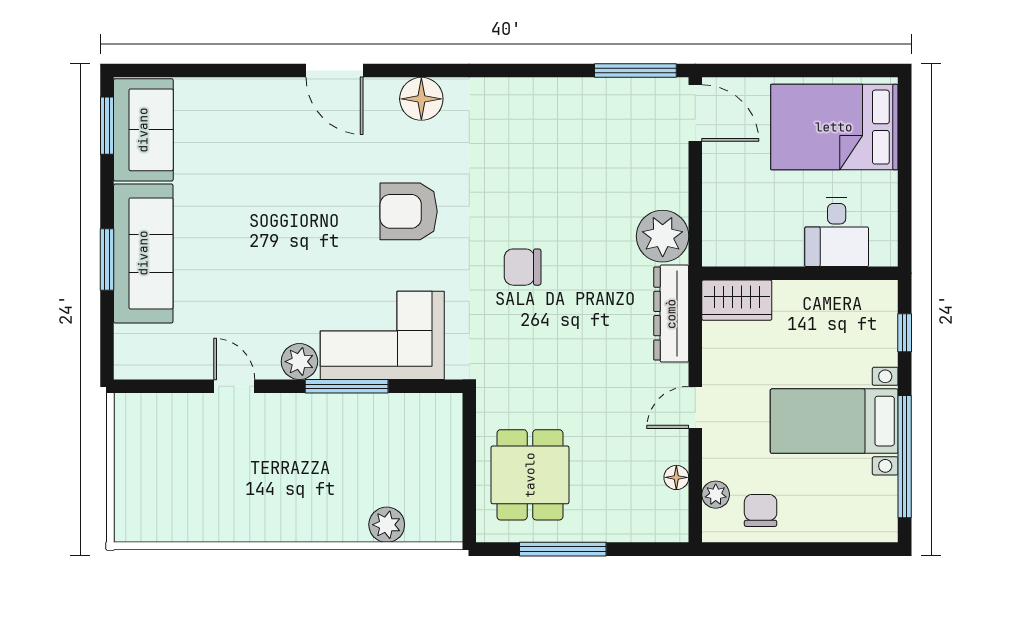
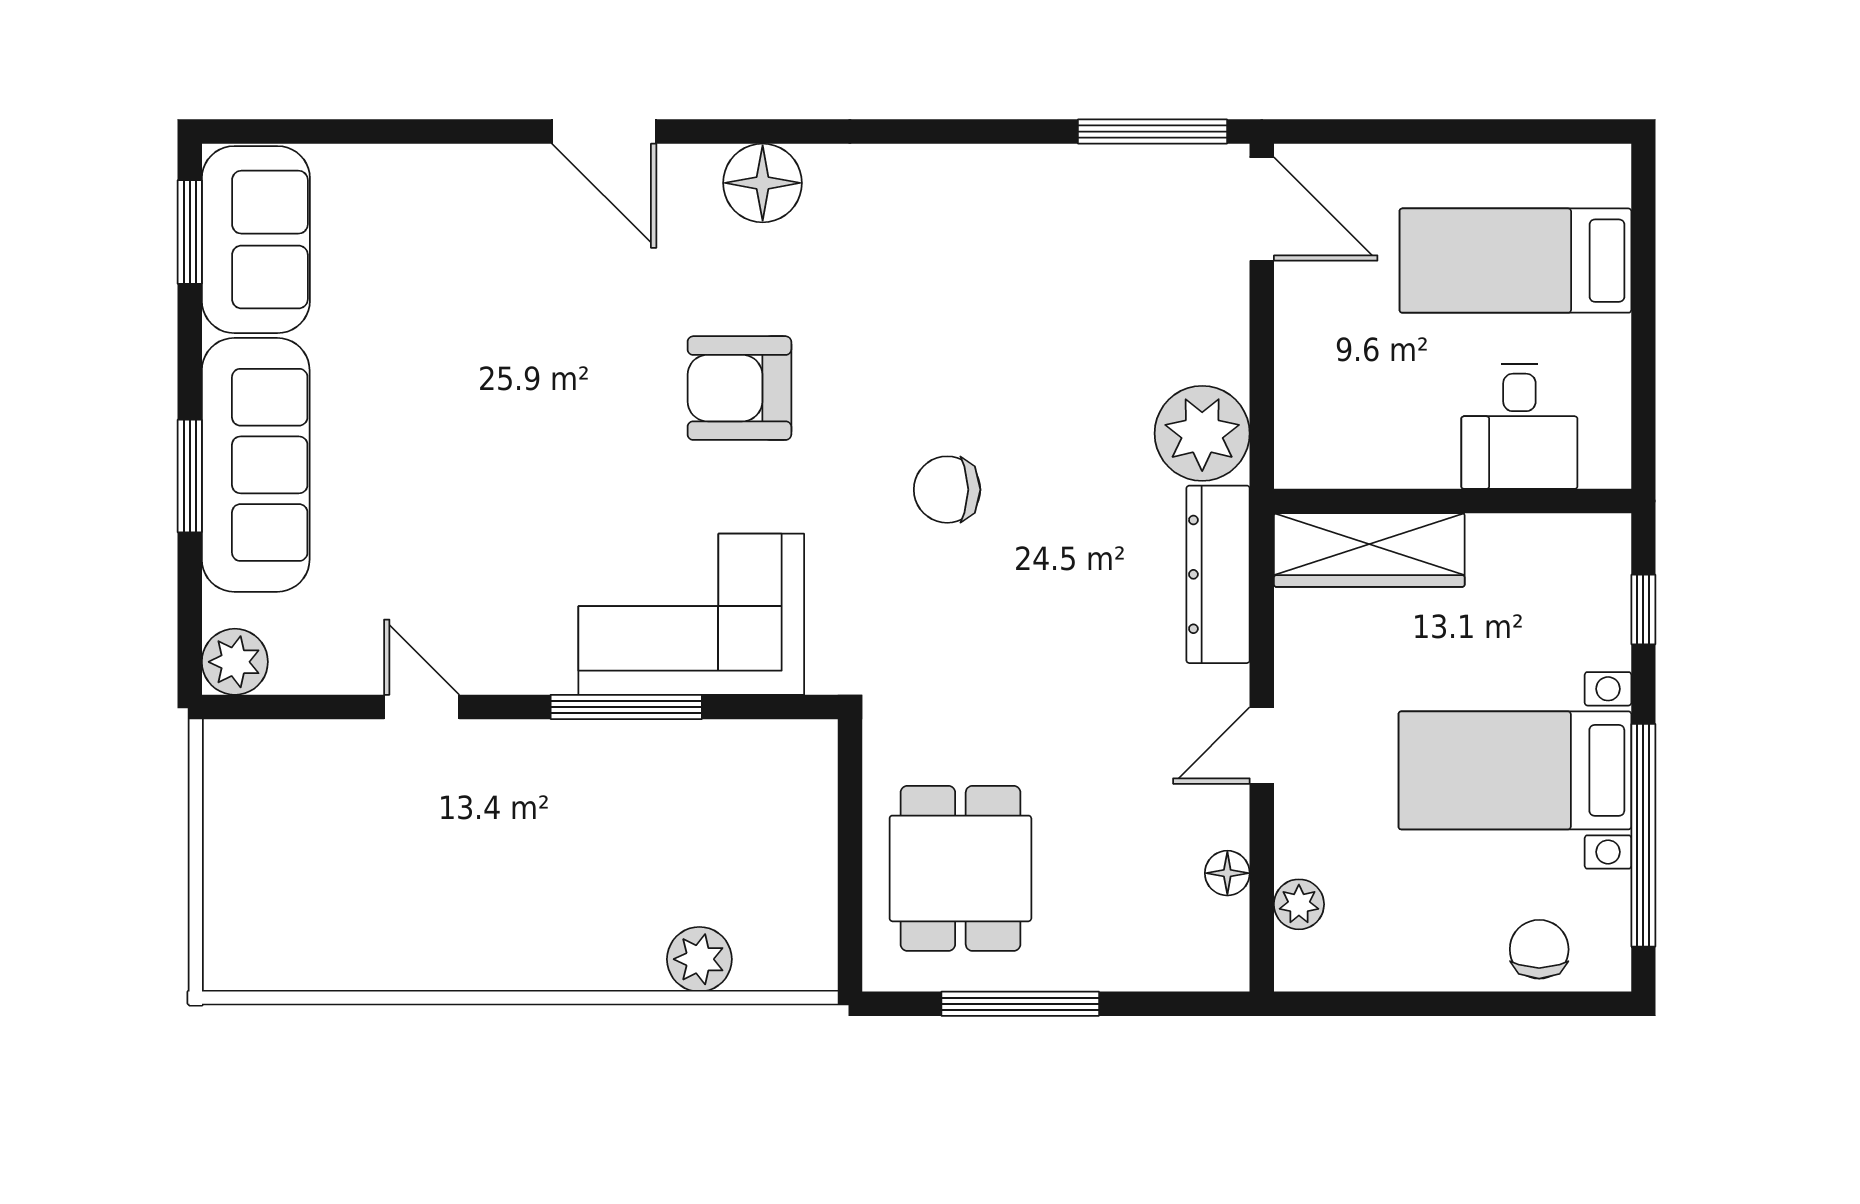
bed: (834, 127) -> (1515, 261), width x0.67
wardrobe: (737, 300) -> (1369, 550), width x1.50
plant: (299, 362) -> (235, 662), moved
chair: (761, 510) -> (1539, 949), moved

